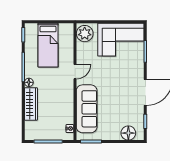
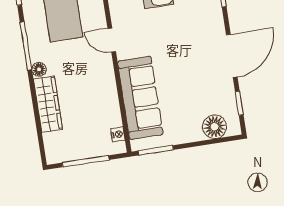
door: (75, 72) -> (112, 40), swing flipped

